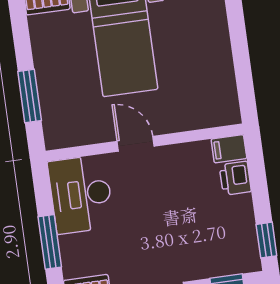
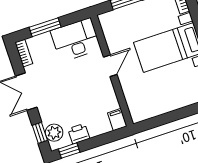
printer: (235, 178) -> (79, 134), moved
plant: (231, 260) -> (54, 133), added

